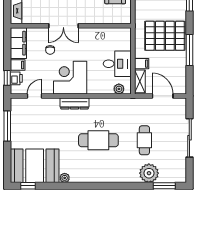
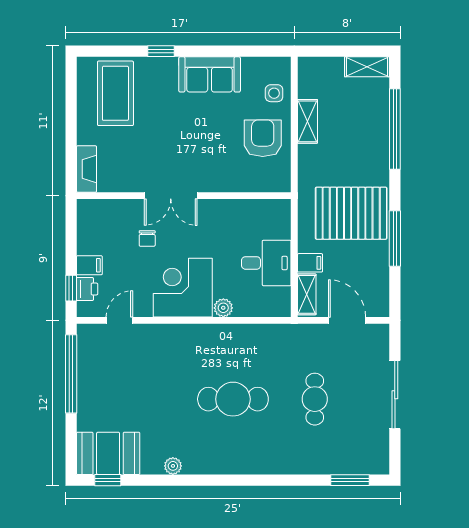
filing cabinet: (18, 43) -> (91, 226), removed
plant: (119, 89) -> (223, 308), moved
dresser: (74, 103) -> (190, 334), removed
window: (7, 126) -> (71, 374), width x1.46
booth: (35, 166) -> (108, 453), width x0.73, depth x0.70
plant: (149, 173) -> (323, 458), removed

